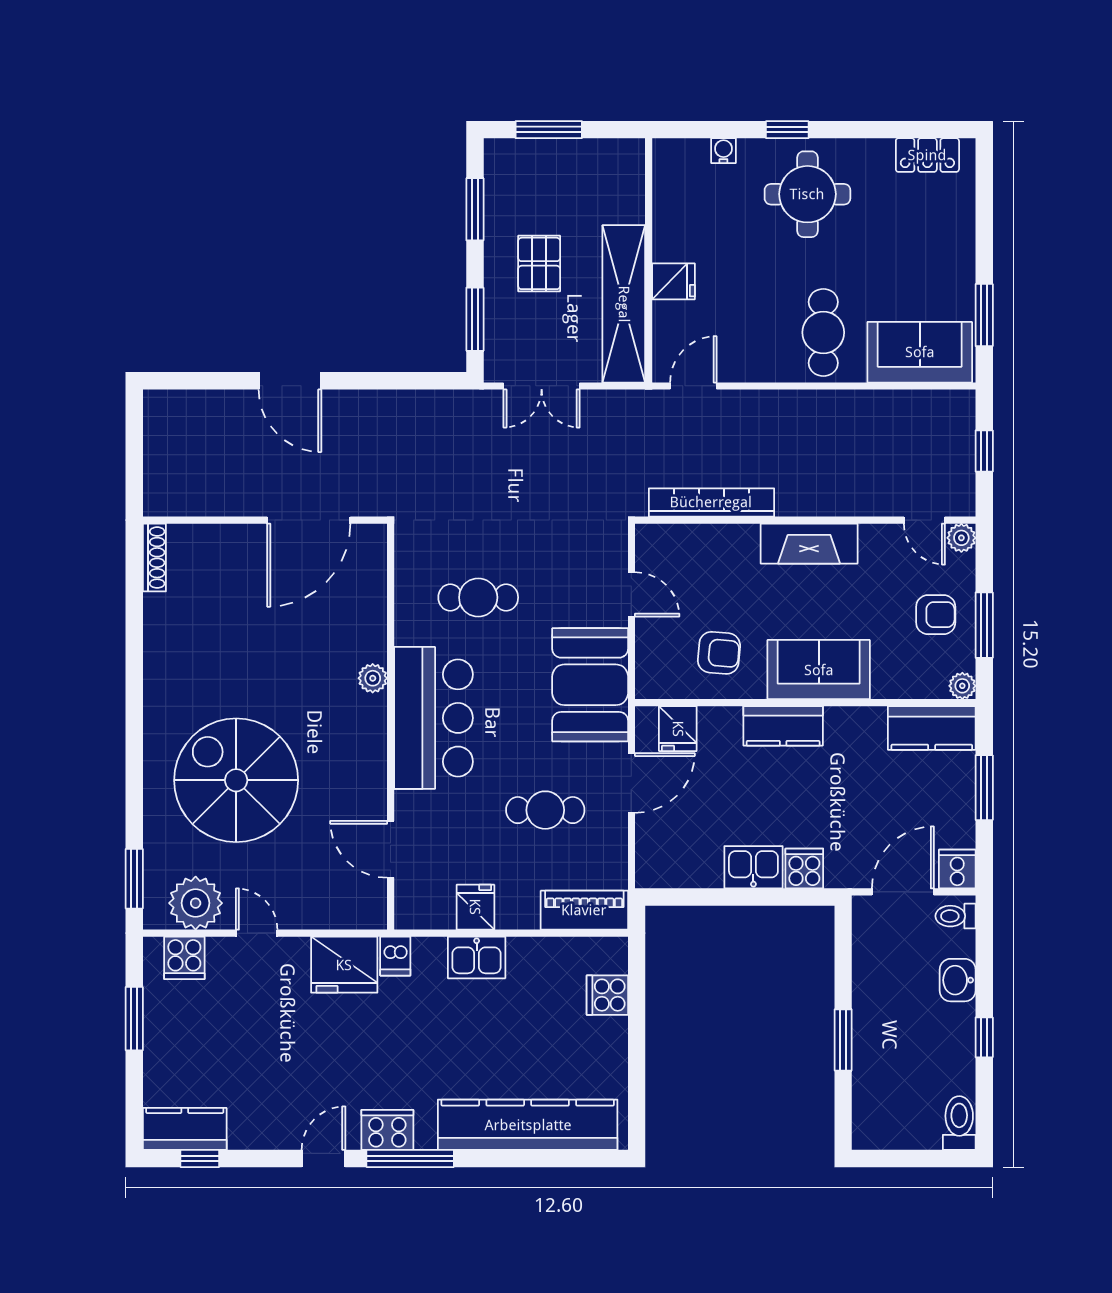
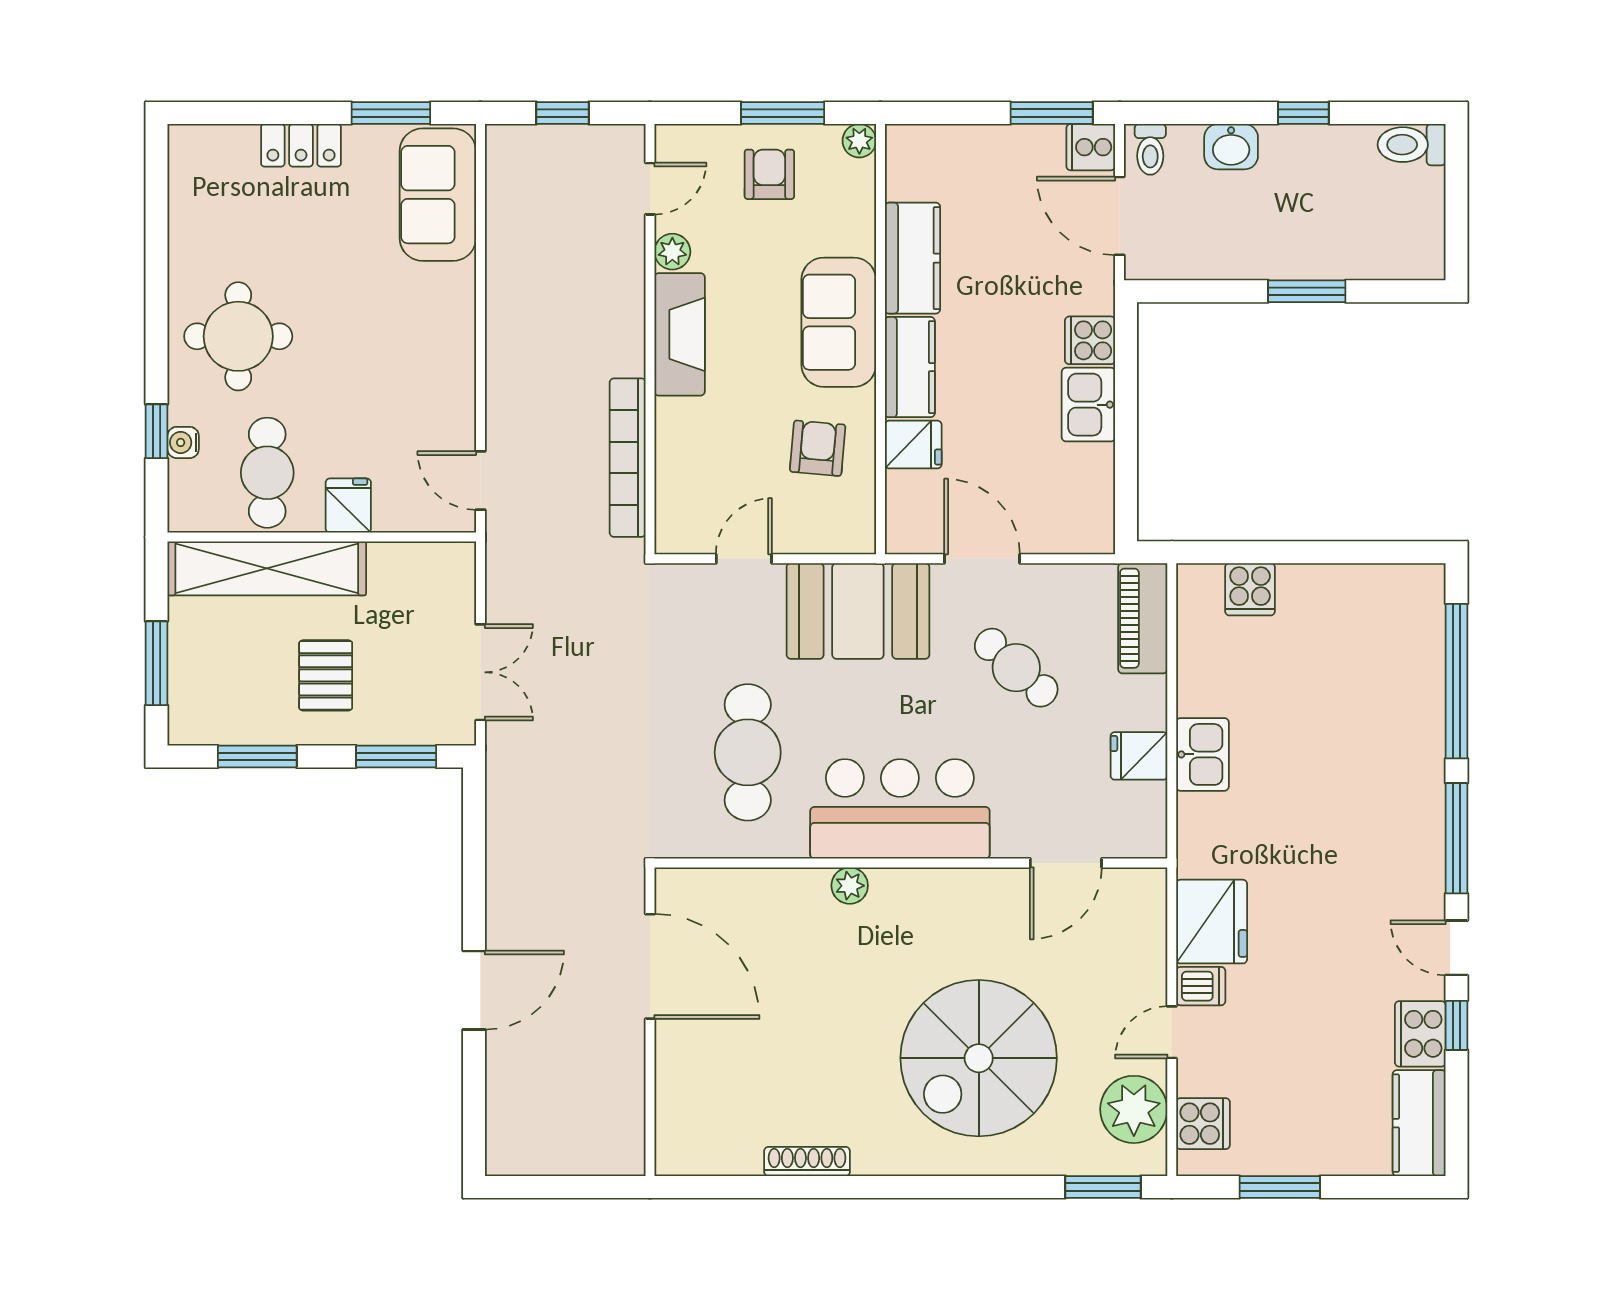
window: (787, 130) -> (157, 431), moved
locker: (927, 155) -> (301, 145), moved, turned 90
pallet: (539, 263) -> (326, 675), turned 90
shelving: (624, 304) -> (267, 568), moved
cafe table: (823, 332) -> (267, 473), moved, turned 90
plant: (961, 538) -> (672, 252), moved
shoe rack: (154, 558) -> (807, 1161), moved
cafe table: (478, 597) -> (748, 752), width x1.37, depth x1.35
kitchen counter: (932, 728) -> (912, 258), moved
fridge: (678, 729) -> (913, 445), moved
window: (984, 788) -> (1052, 113), moved
cafe table: (545, 810) -> (1016, 668), turned -48
dishwasher: (395, 956) -> (1201, 986), moved
kitchen counter: (528, 1125) -> (1414, 690), removed
cooker: (387, 1130) -> (1420, 1034), moved
window: (200, 1159) -> (1456, 1025), moved
window: (535, 1159) -> (1456, 681), added

